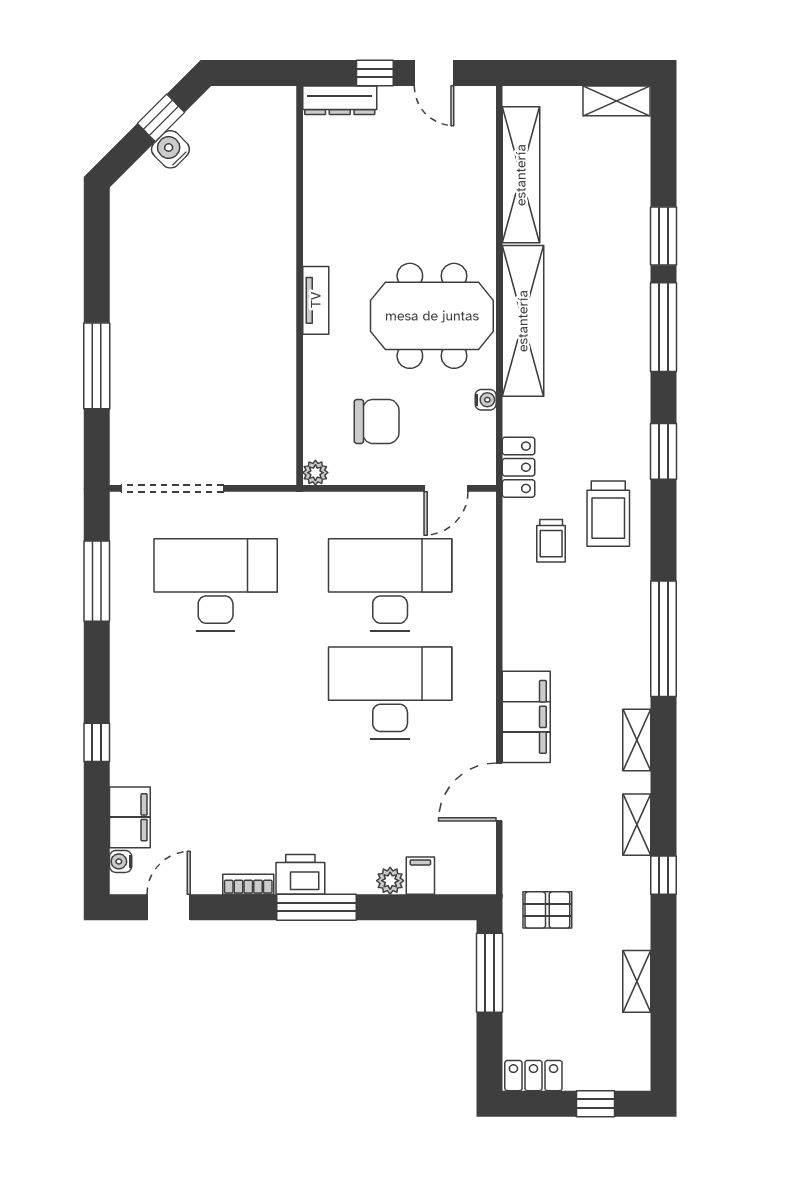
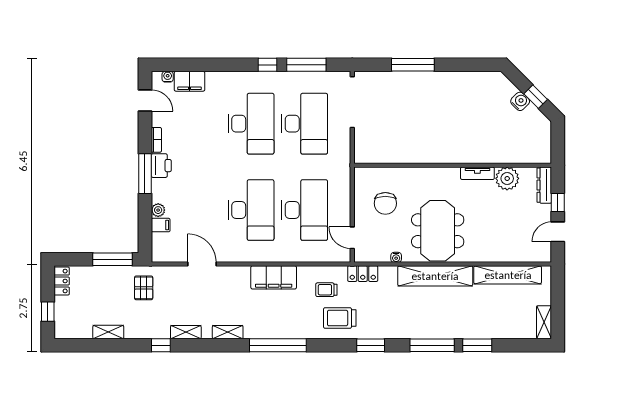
tv unit: (316, 300) -> (477, 173), moved
plant: (315, 473) -> (507, 178), moved, width x1.88, depth x1.88
desk: (216, 693) -> (251, 124), added
filing cabinet: (526, 717) -> (274, 277), moved
window: (97, 742) -> (268, 65), moved

